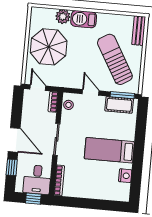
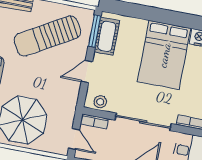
door: (38, 88) -> (74, 139), swing flipped
sliding door: (56, 139) -> (143, 122), width x1.37
bed: (109, 150) -> (164, 55), width x1.50

